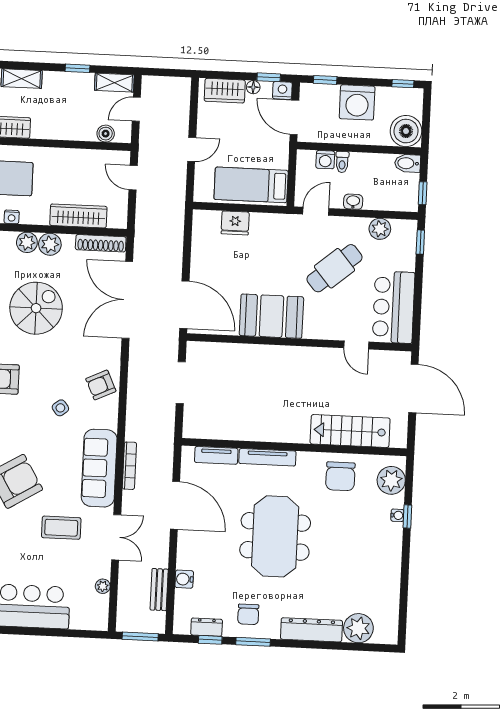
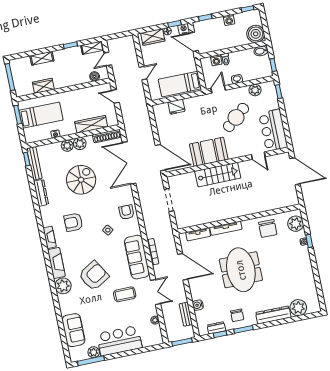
washing machine: (357, 102) -> (229, 20), width x0.53, depth x0.53
armchair: (101, 385) -> (126, 212), turned 115
stairs: (350, 431) -> (218, 175), moved, turned 180

